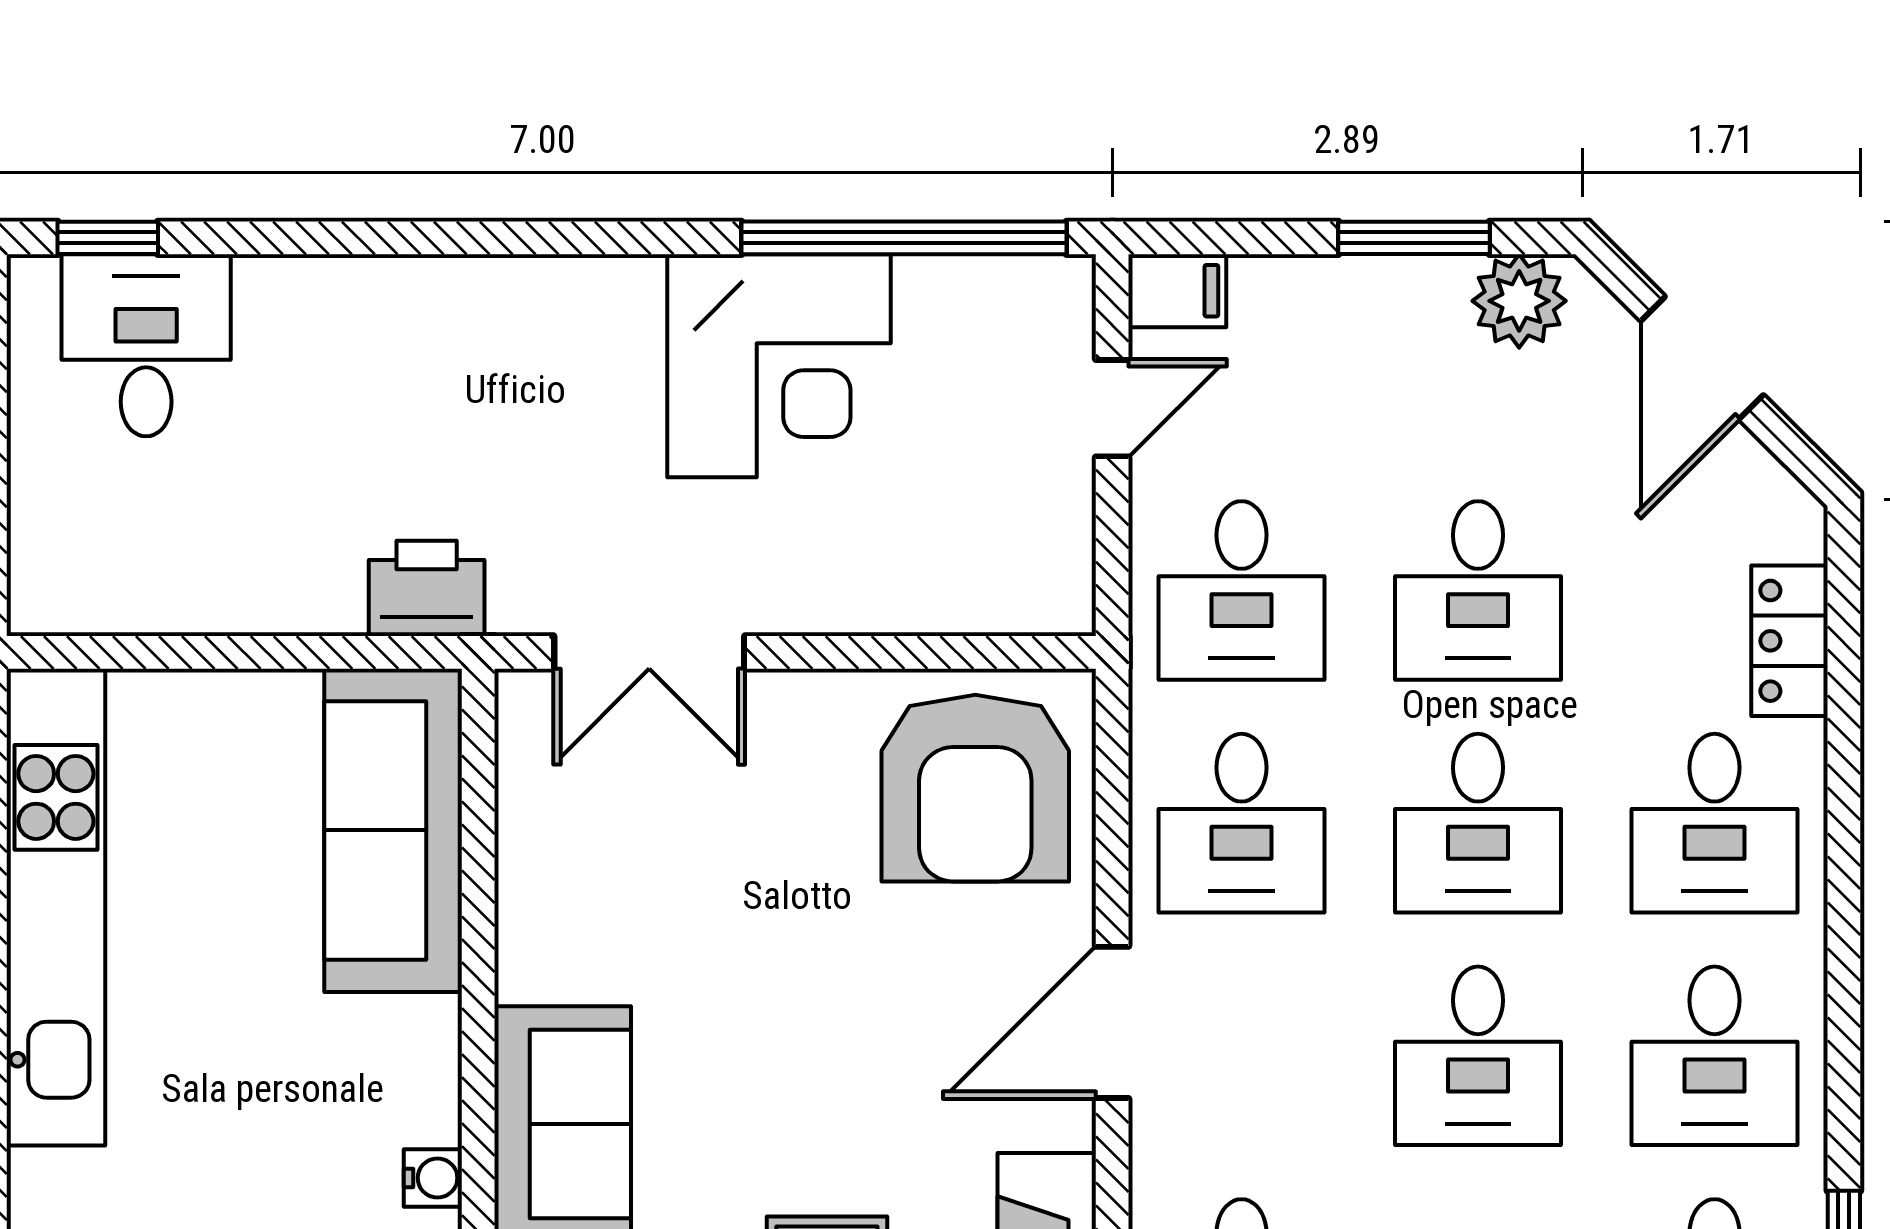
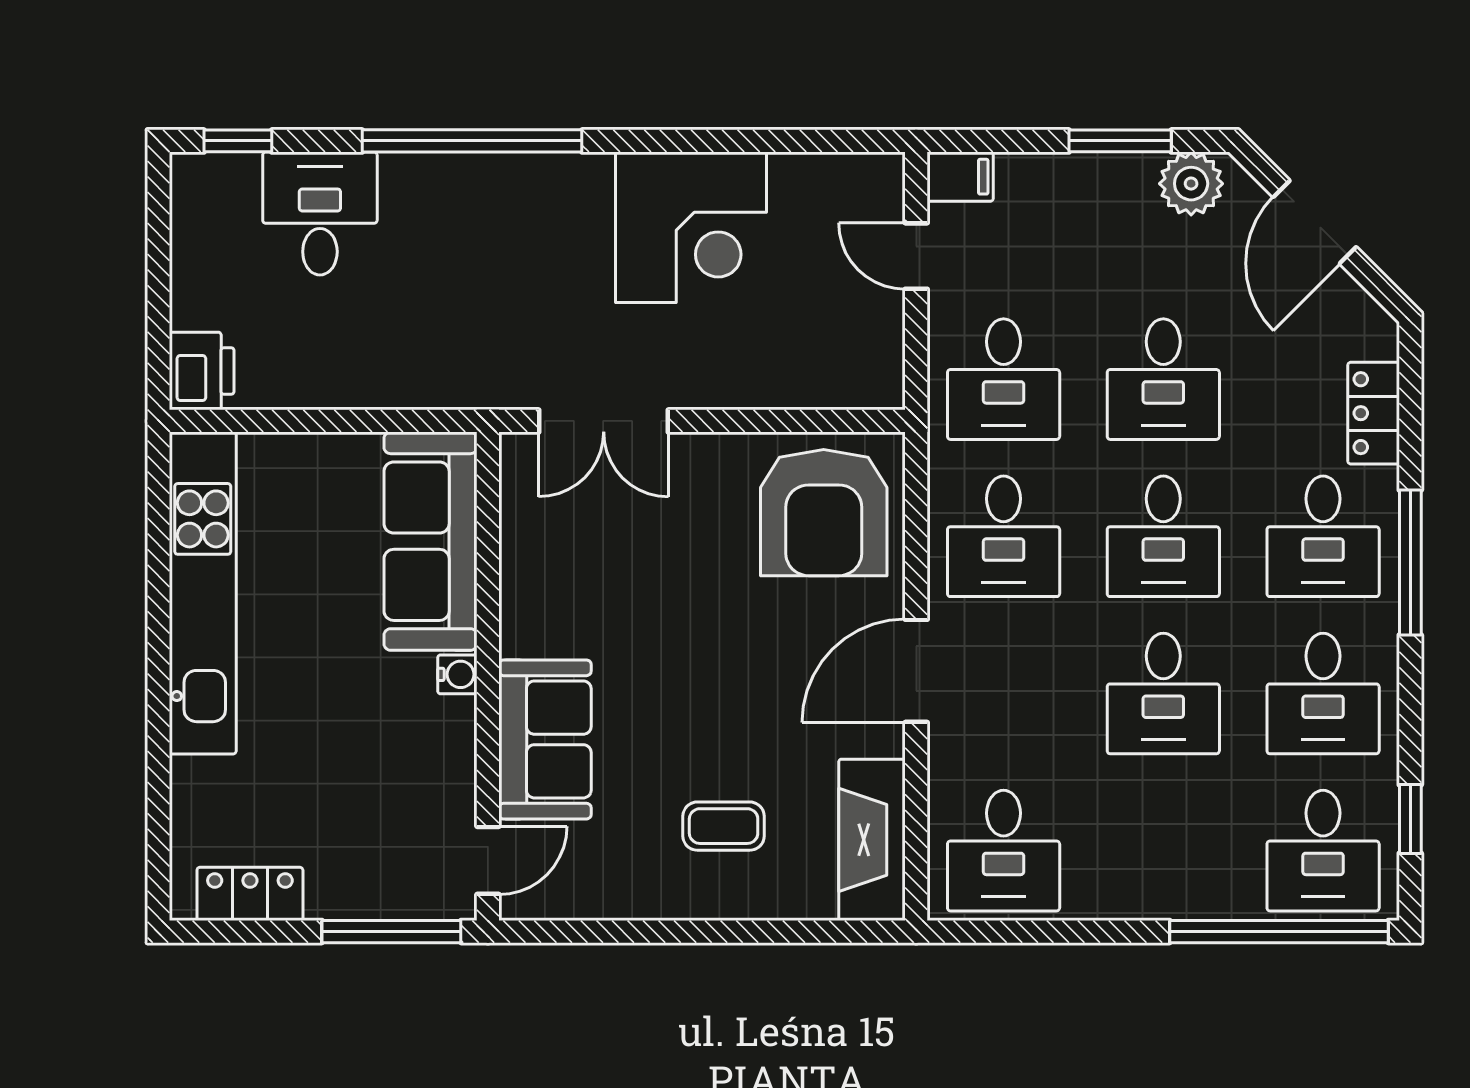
window: (904, 238) -> (472, 141), moved
desk: (146, 345) -> (320, 214), moved
door: (1112, 408) -> (916, 256), swing flipped
printer: (427, 588) -> (202, 371), moved, turned 90
window: (1844, 862) -> (1410, 563), added
water cooler: (433, 1178) -> (457, 674), moved

